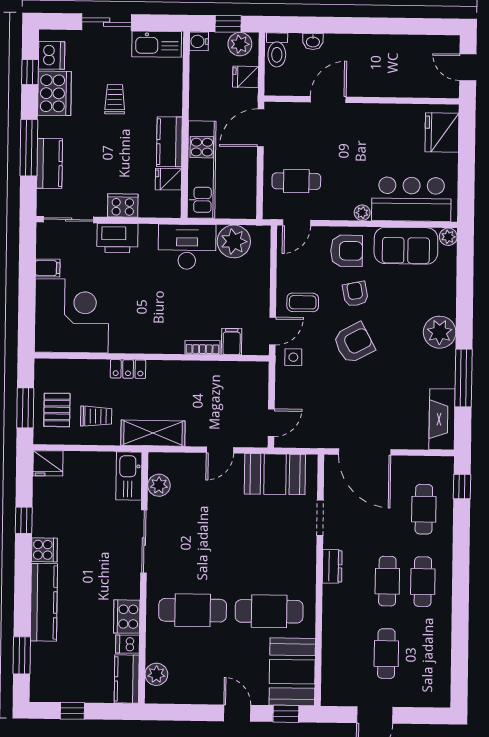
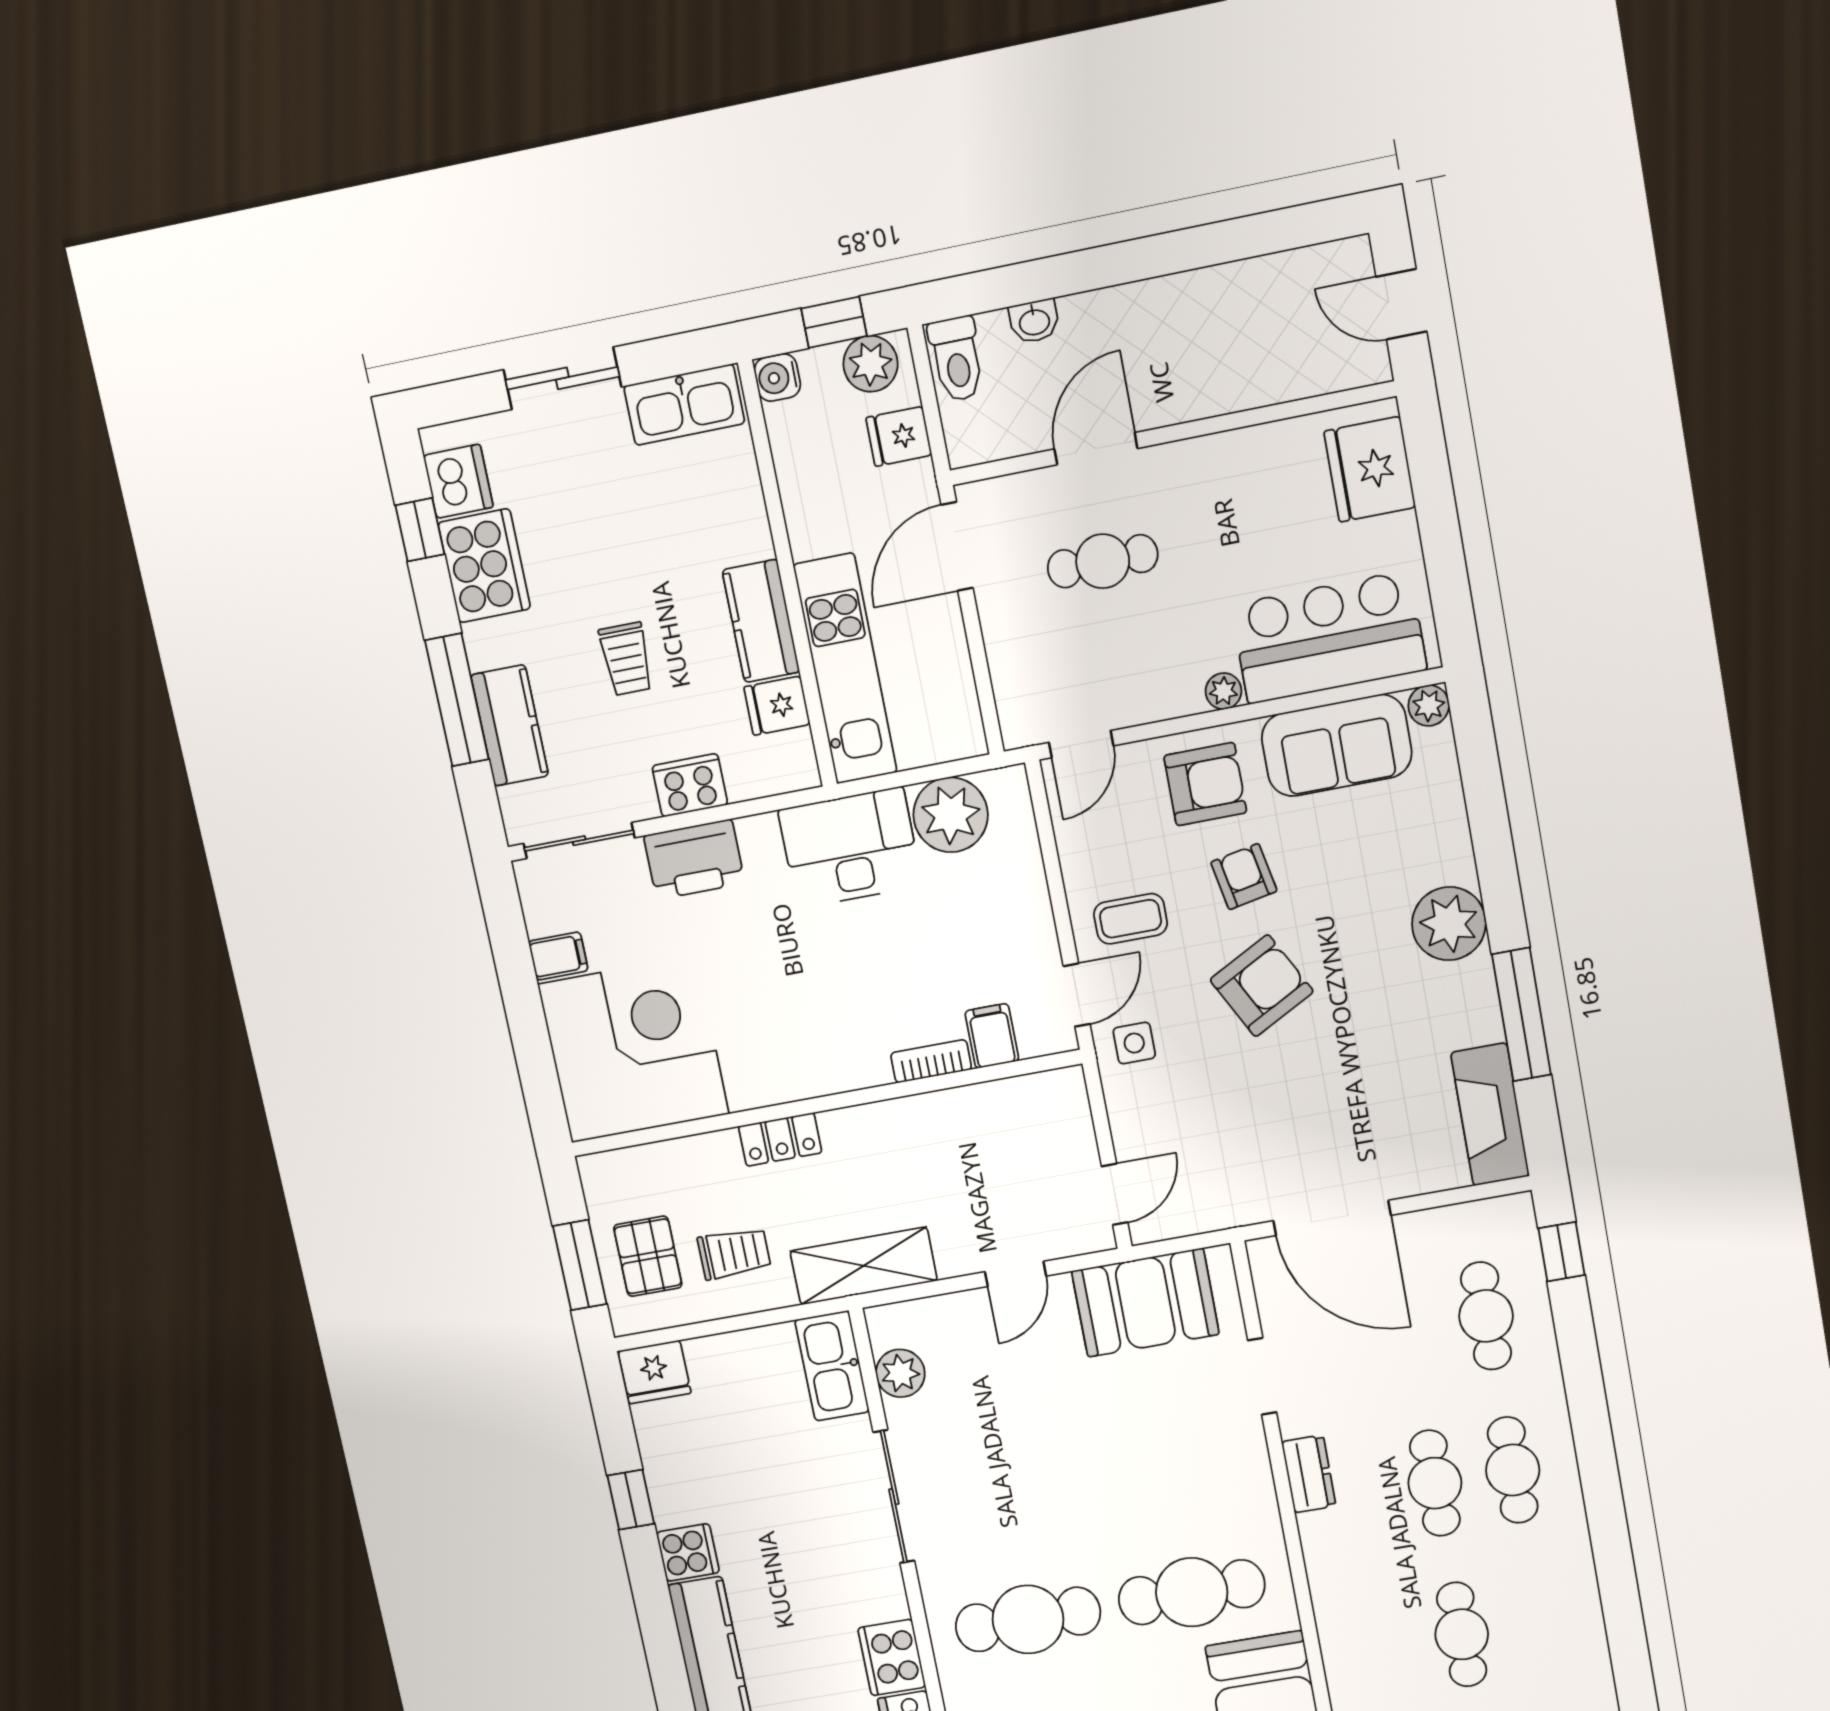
trolley: (115, 99) -> (626, 659), moved, turned 180
cafe table: (296, 181) -> (1103, 561), moved

